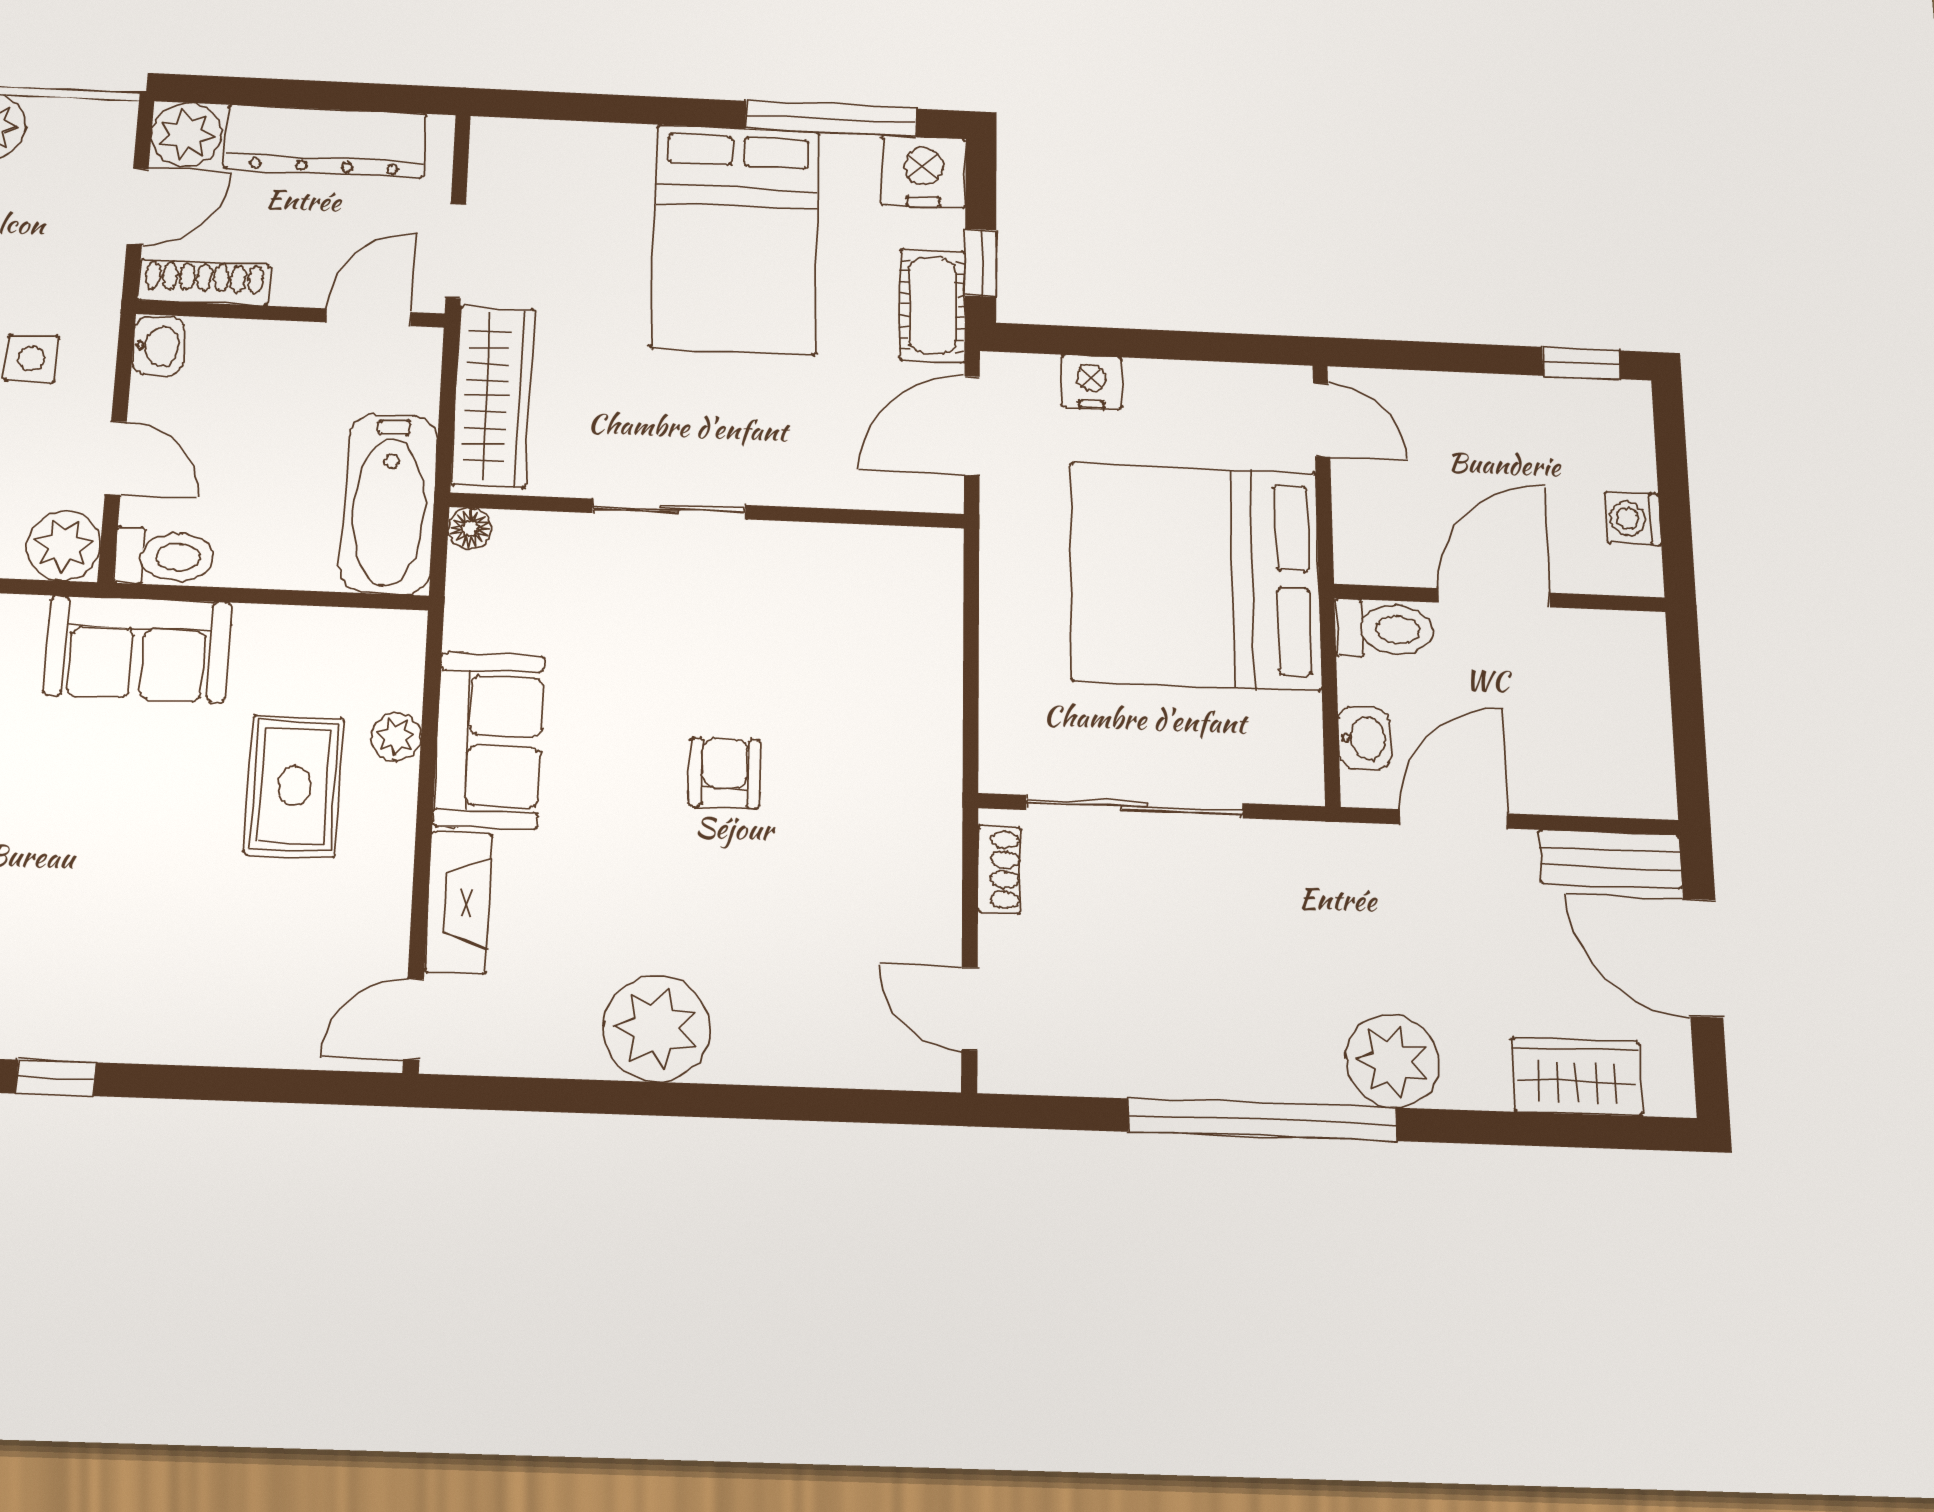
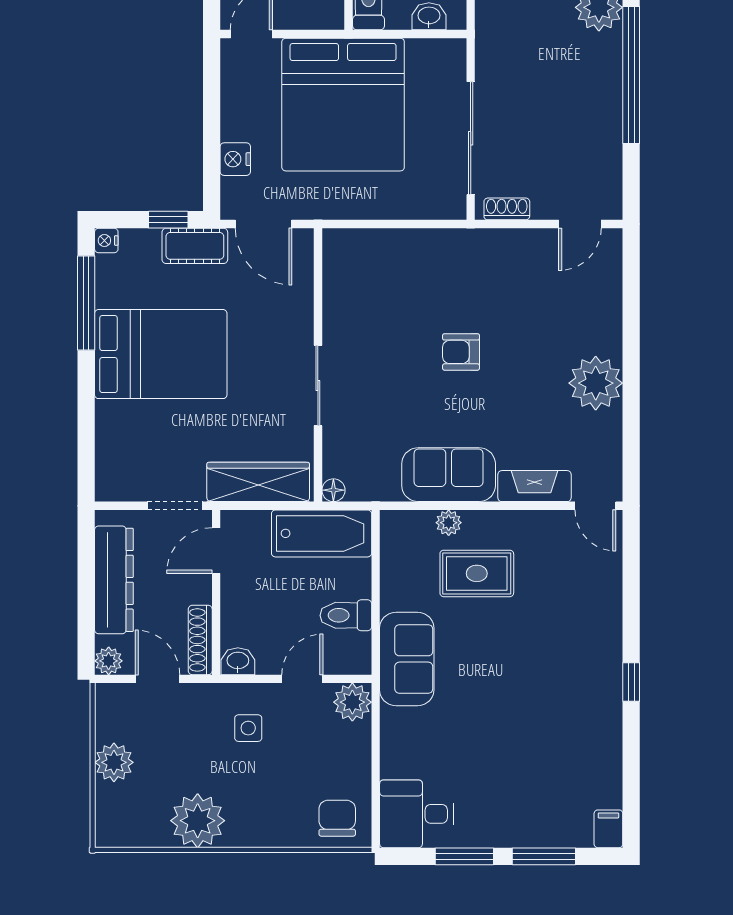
plant: (187, 135) -> (109, 661), width x0.73, depth x0.73
nightstand: (923, 172) -> (106, 240), width x0.53, depth x0.56
door: (369, 317) -> (216, 551), hinge flipped
toilet: (165, 557) -> (346, 615), moved, turned -90

